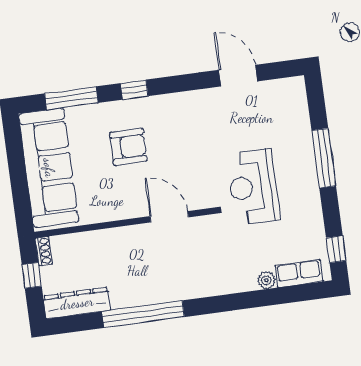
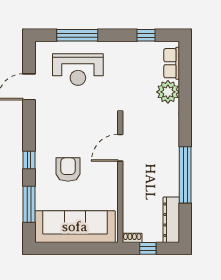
window: (324, 158) -> (77, 35), moved
reception desk: (253, 187) -> (78, 70), moved
window: (336, 249) -> (146, 35), moved
plant: (266, 280) -> (168, 92), width x1.88, depth x1.88

